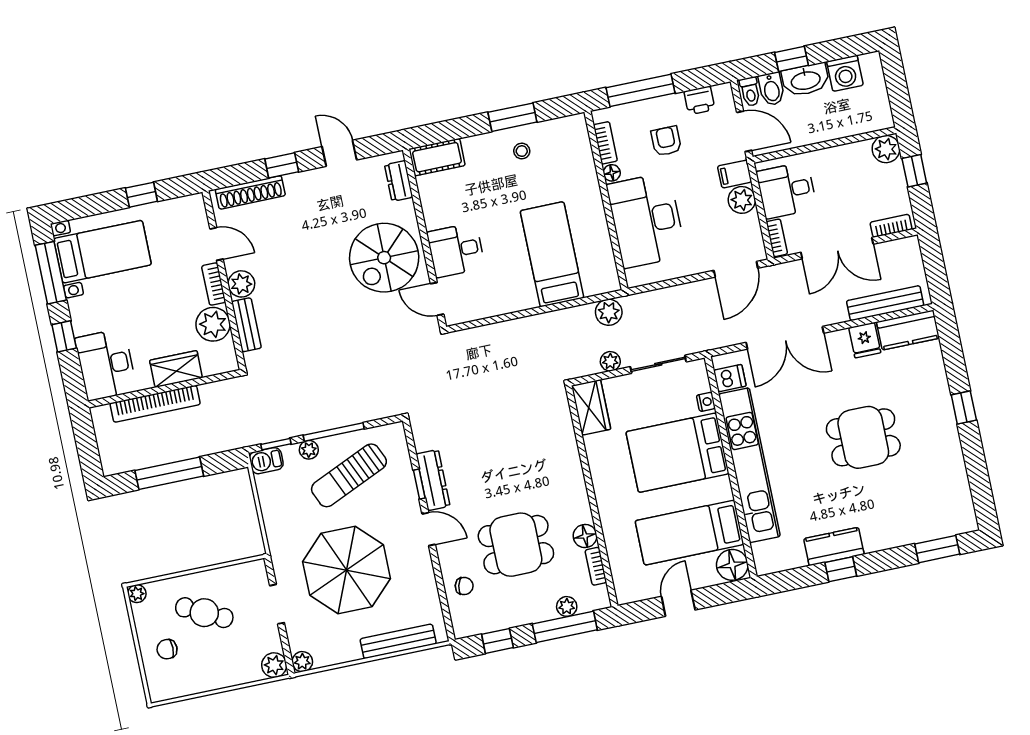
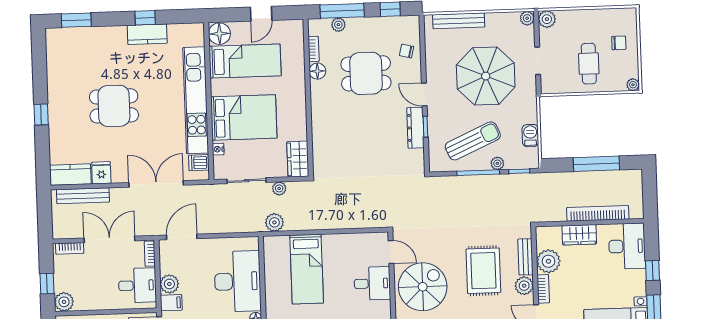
rug: (302, 295) -> (483, 271), added
barbecue: (266, 461) -> (530, 136), moved, turned -90
cafe table: (204, 613) -> (589, 64), turned 63

